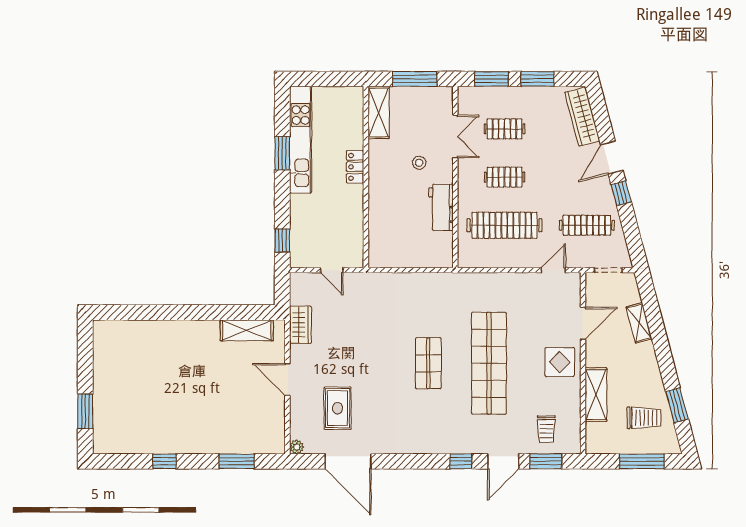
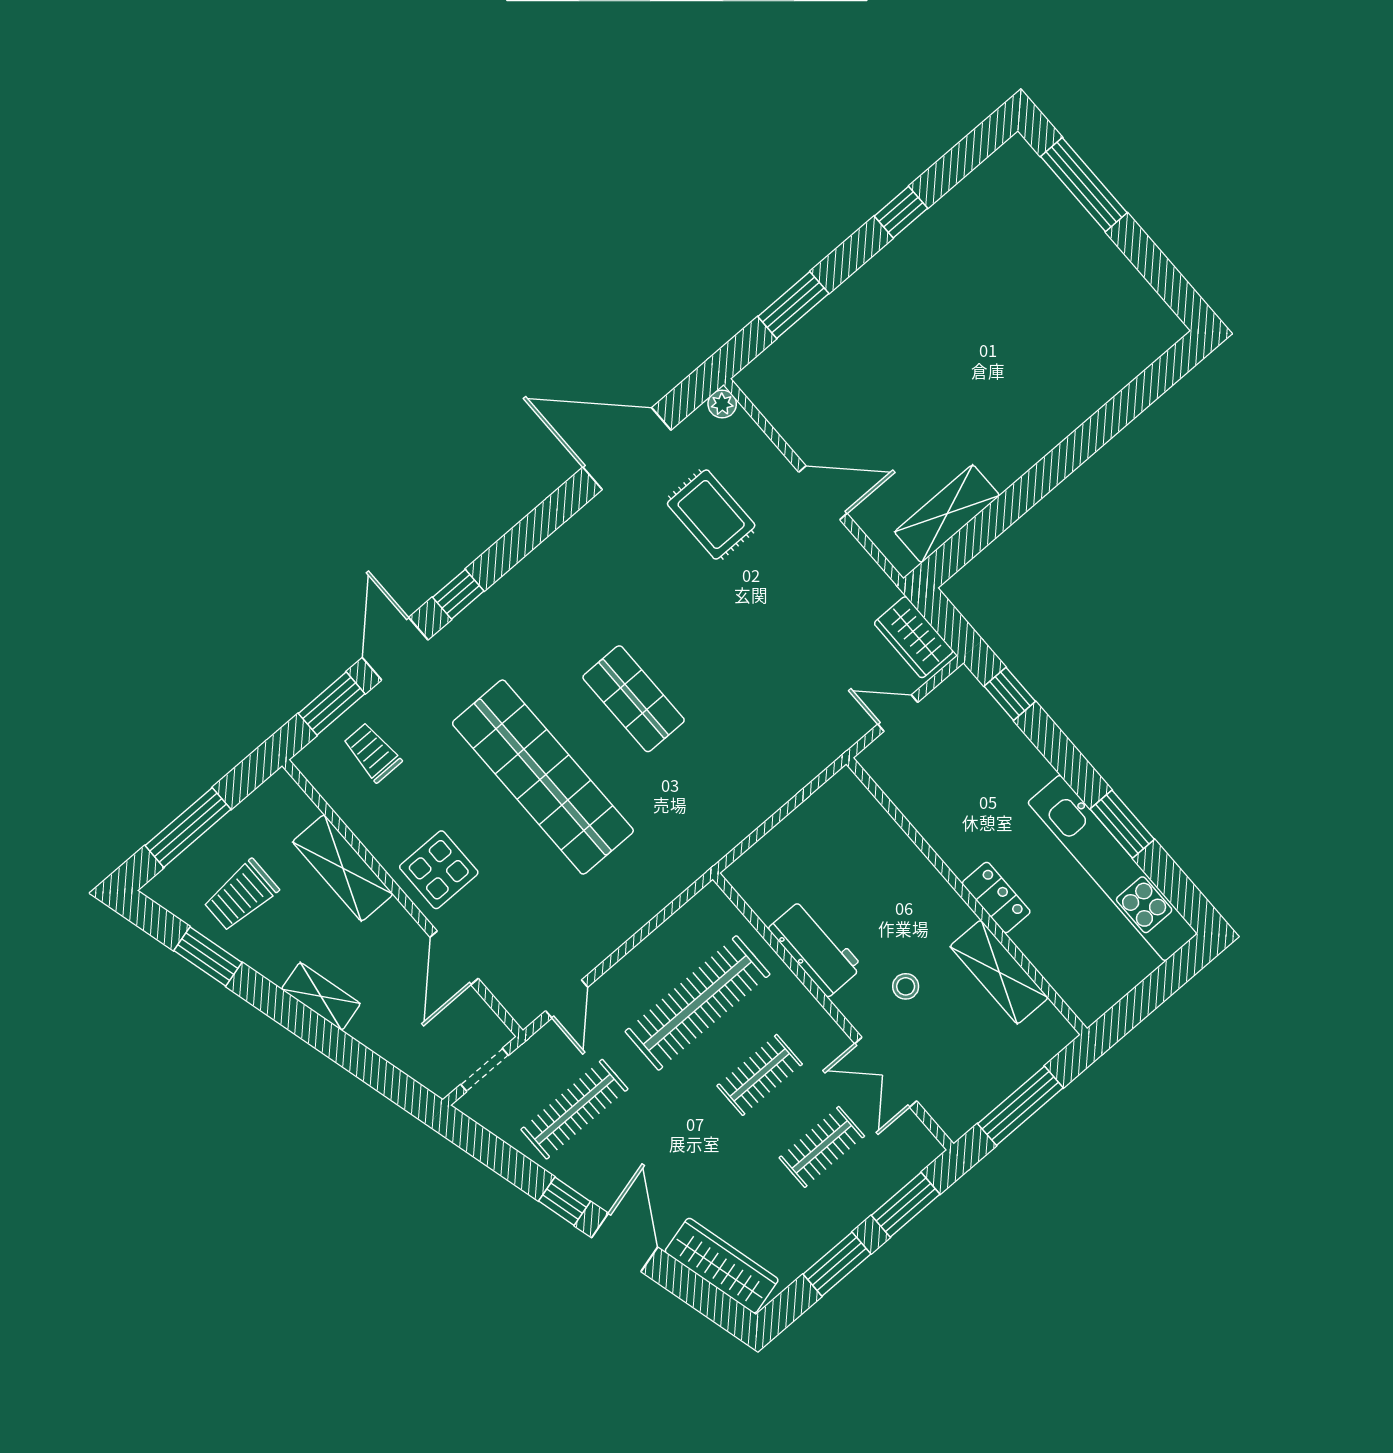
shelving: (379, 113) -> (999, 972), moved
shelving: (639, 323) -> (321, 996), moved
wardrobe: (300, 325) -> (914, 637), moved
window: (85, 411) -> (1084, 185), width x1.44

